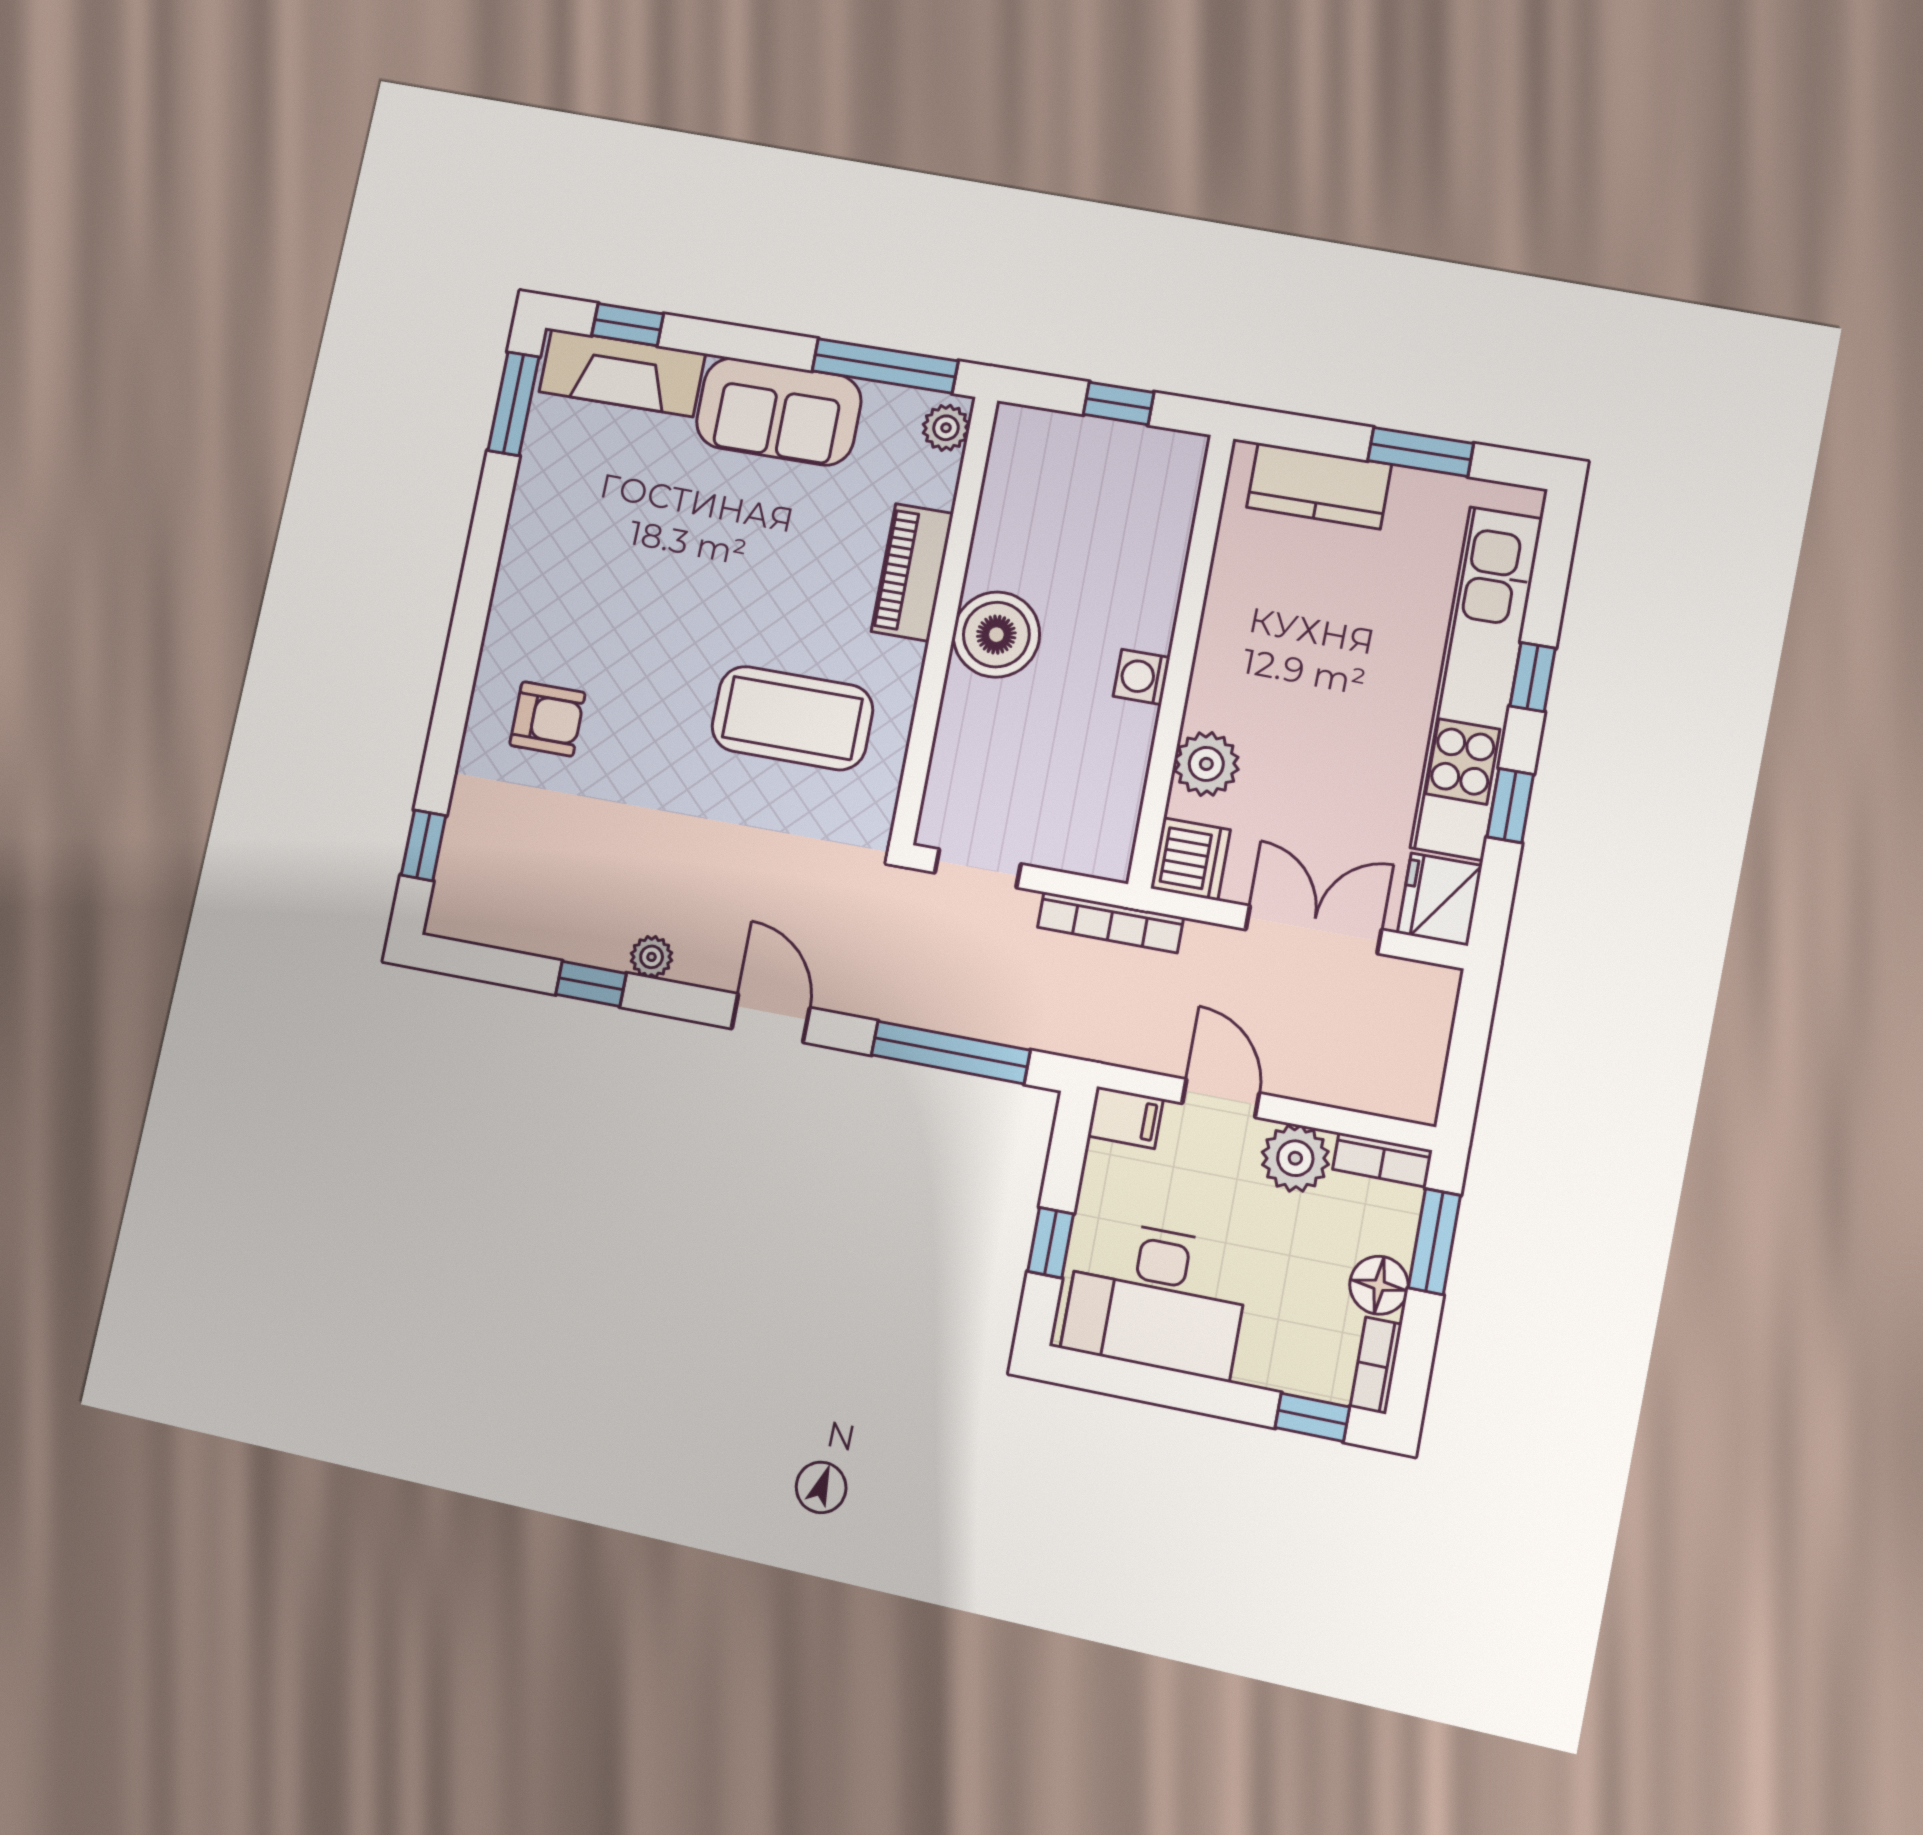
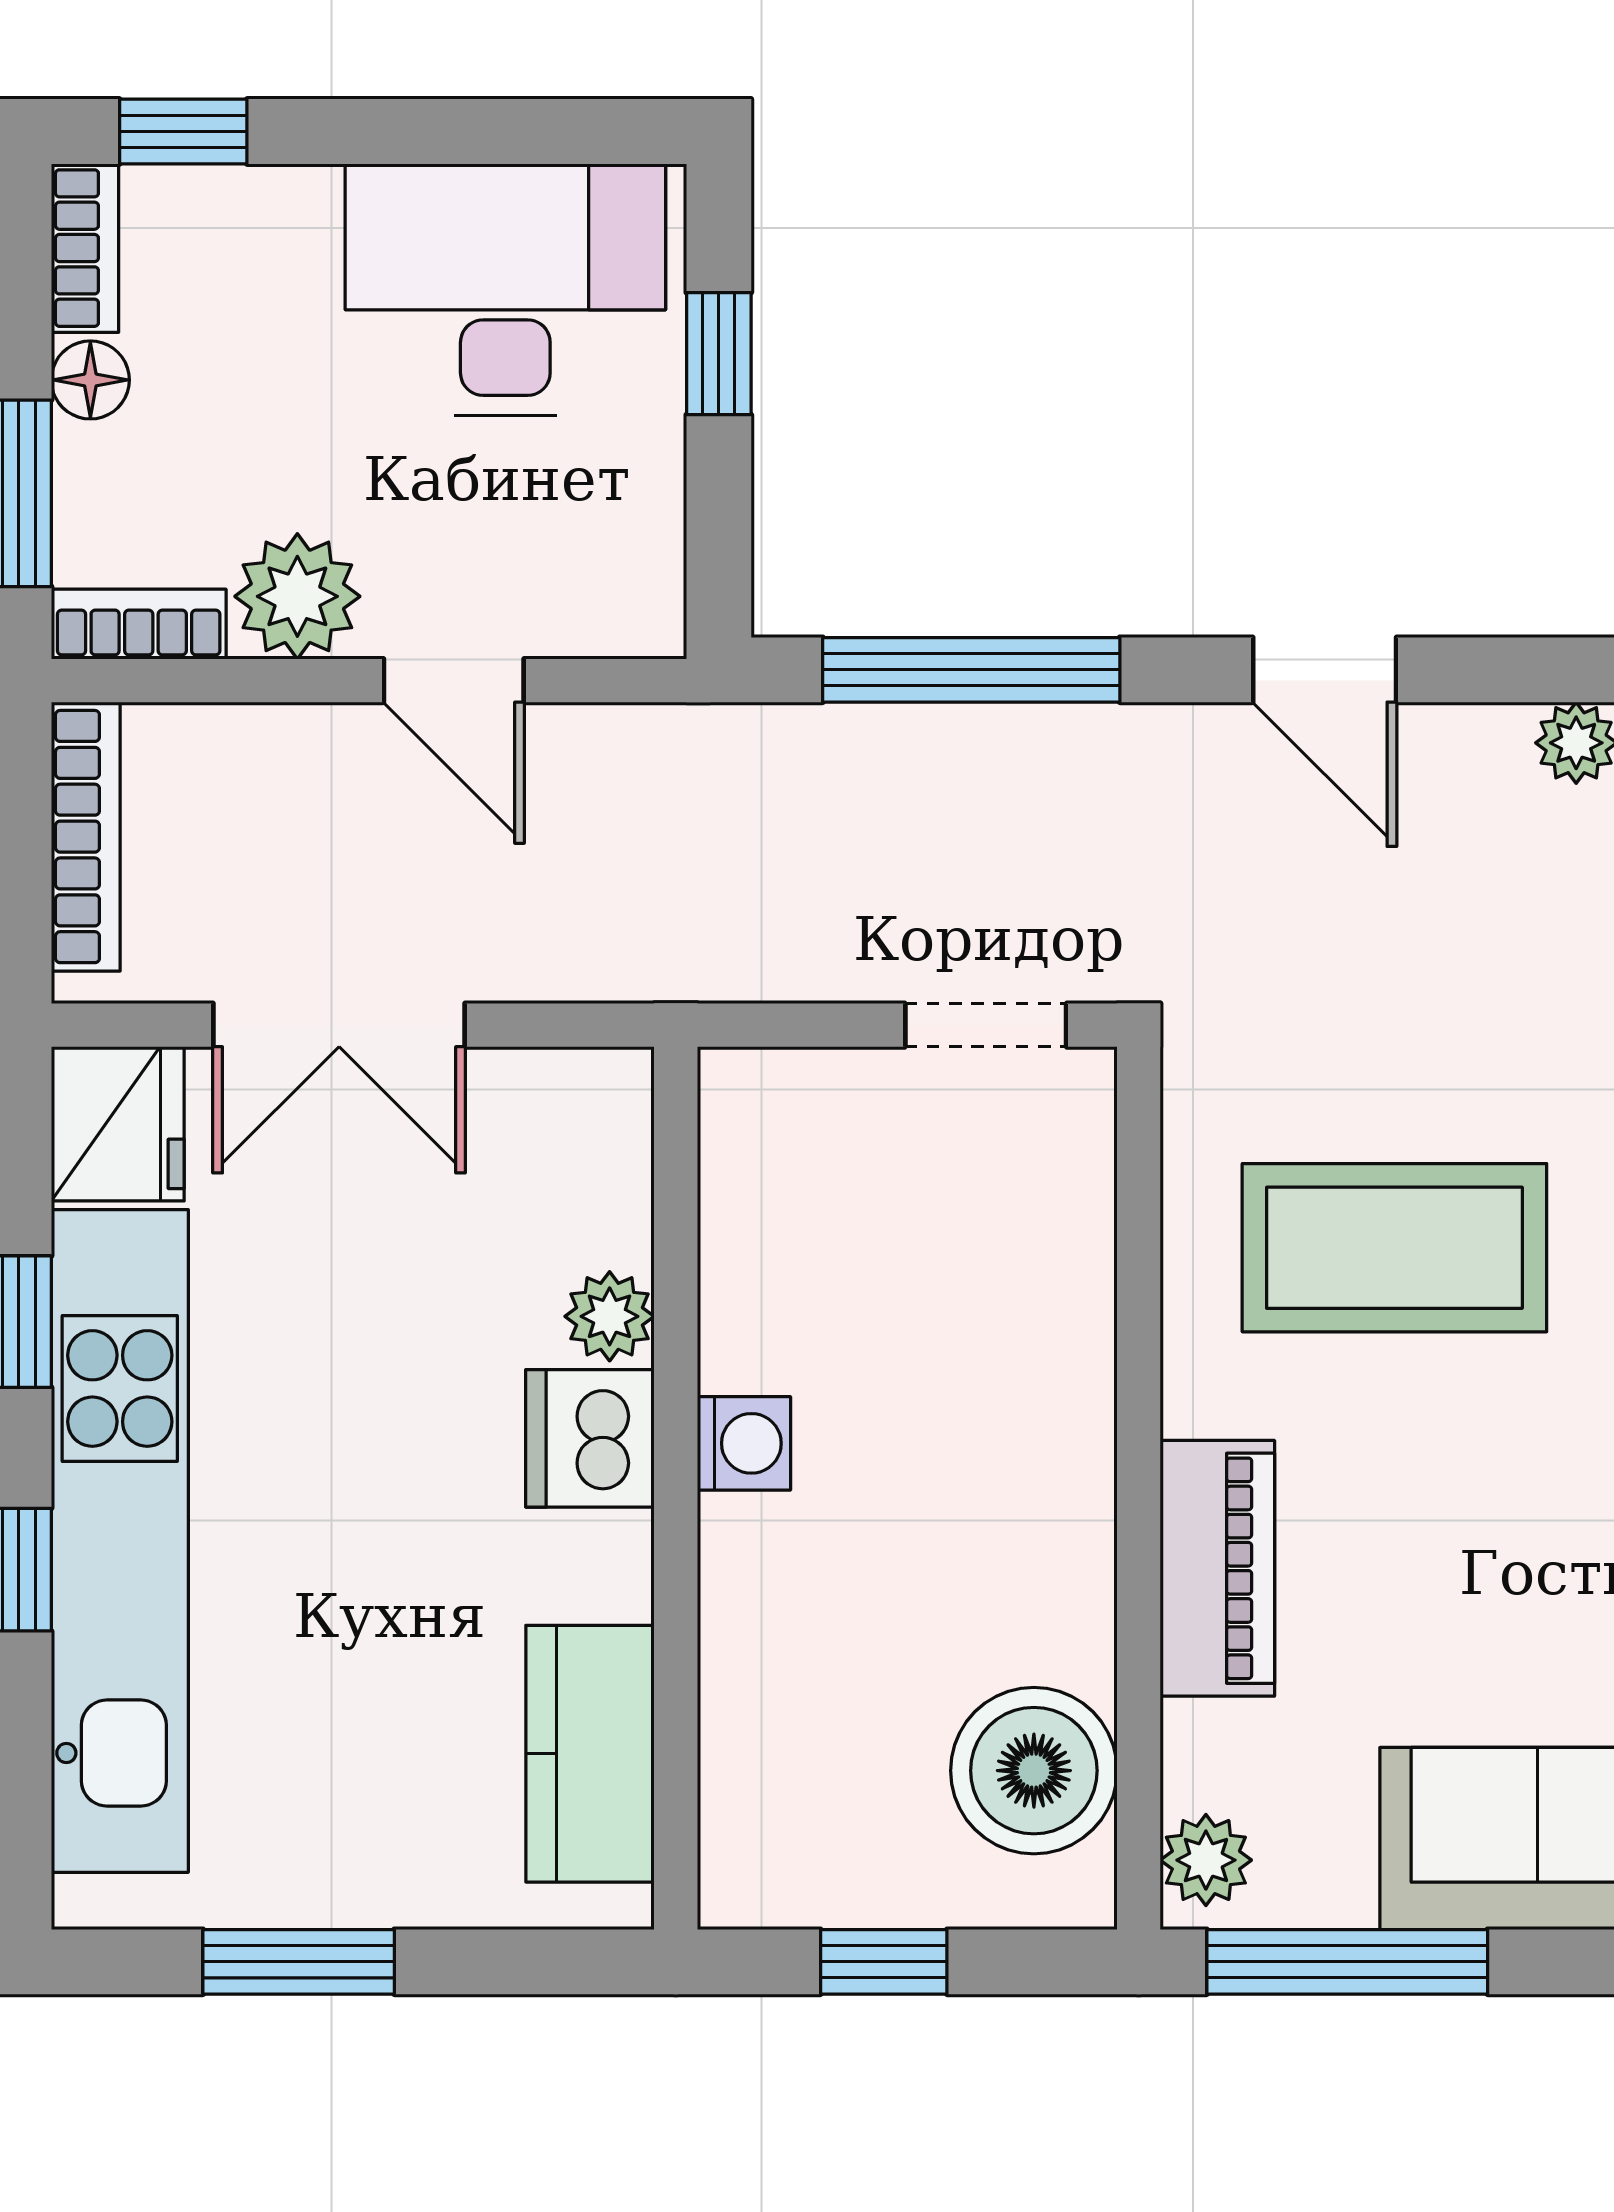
kitchen counter: (1319, 486) -> (590, 1754), moved, turned -90
boiler: (996, 635) -> (1034, 1771), moved
plant: (1206, 764) -> (610, 1316), width x0.73, depth x0.73
dishwasher: (1190, 859) -> (590, 1438), moved
bookcase: (1110, 922) -> (86, 837), moved, turned 90
filing cabinet: (1126, 1117) -> (623, 611), removed
floor lamp: (1379, 1285) -> (90, 380), width x0.73, depth x0.73

